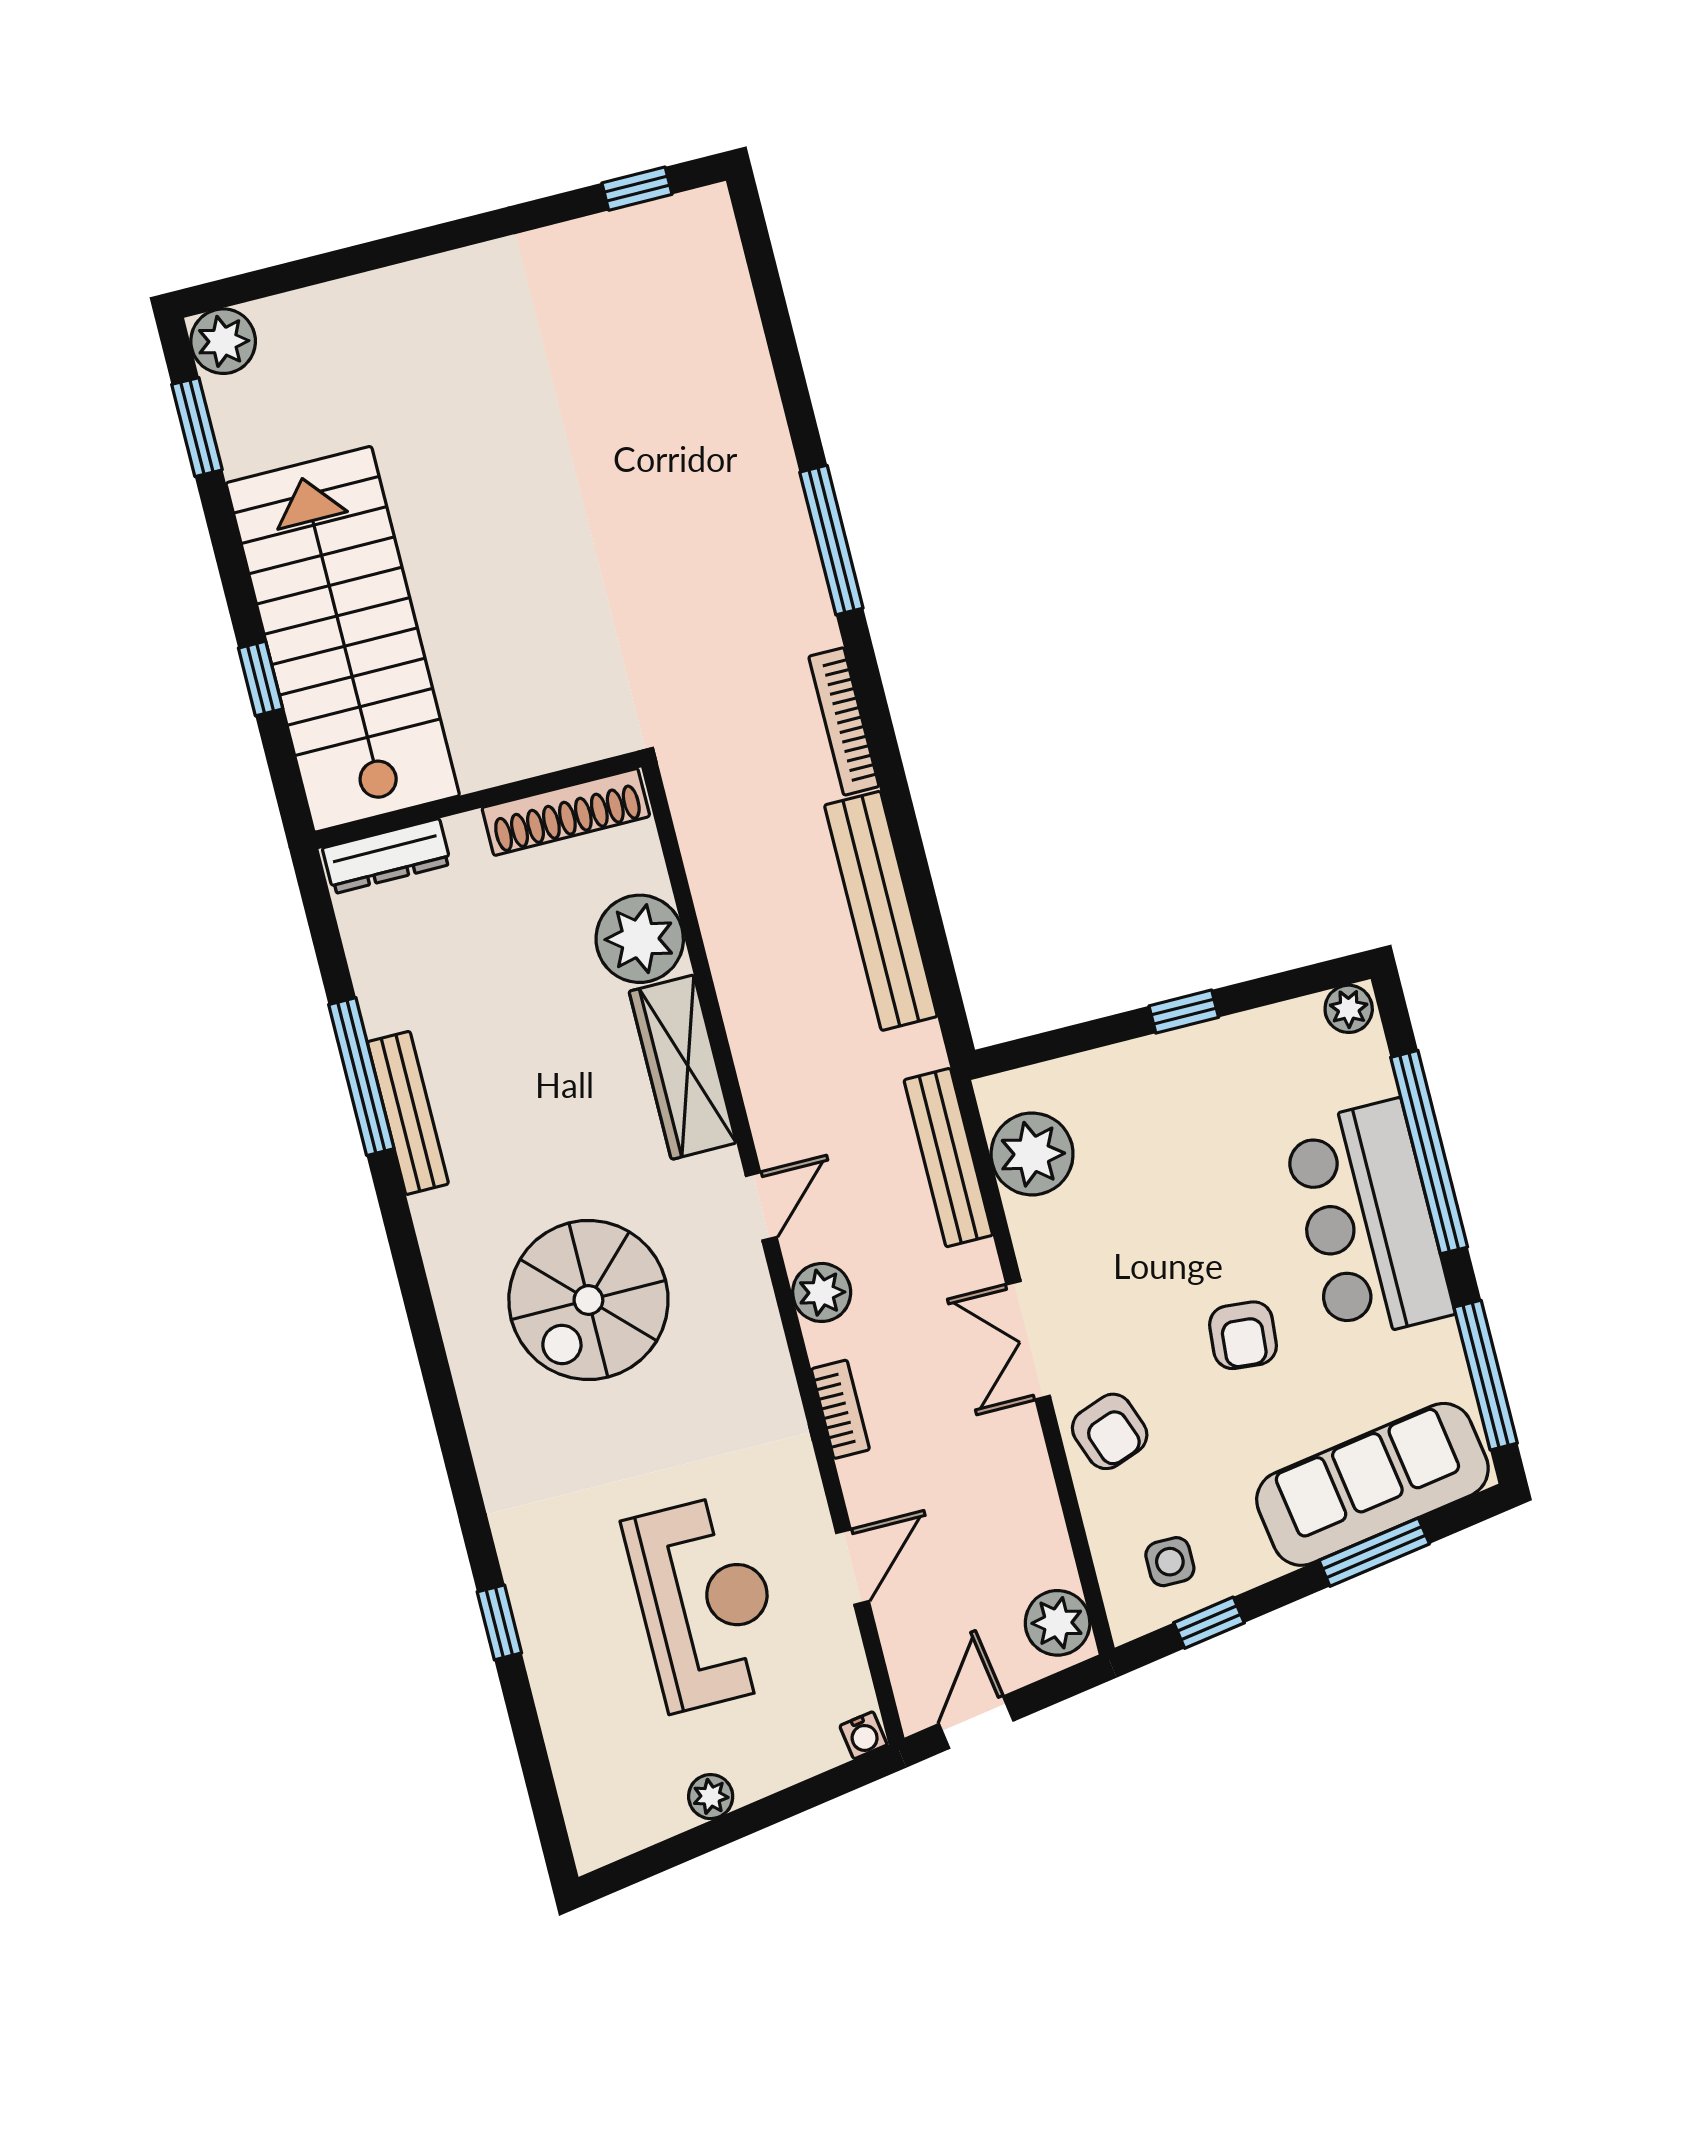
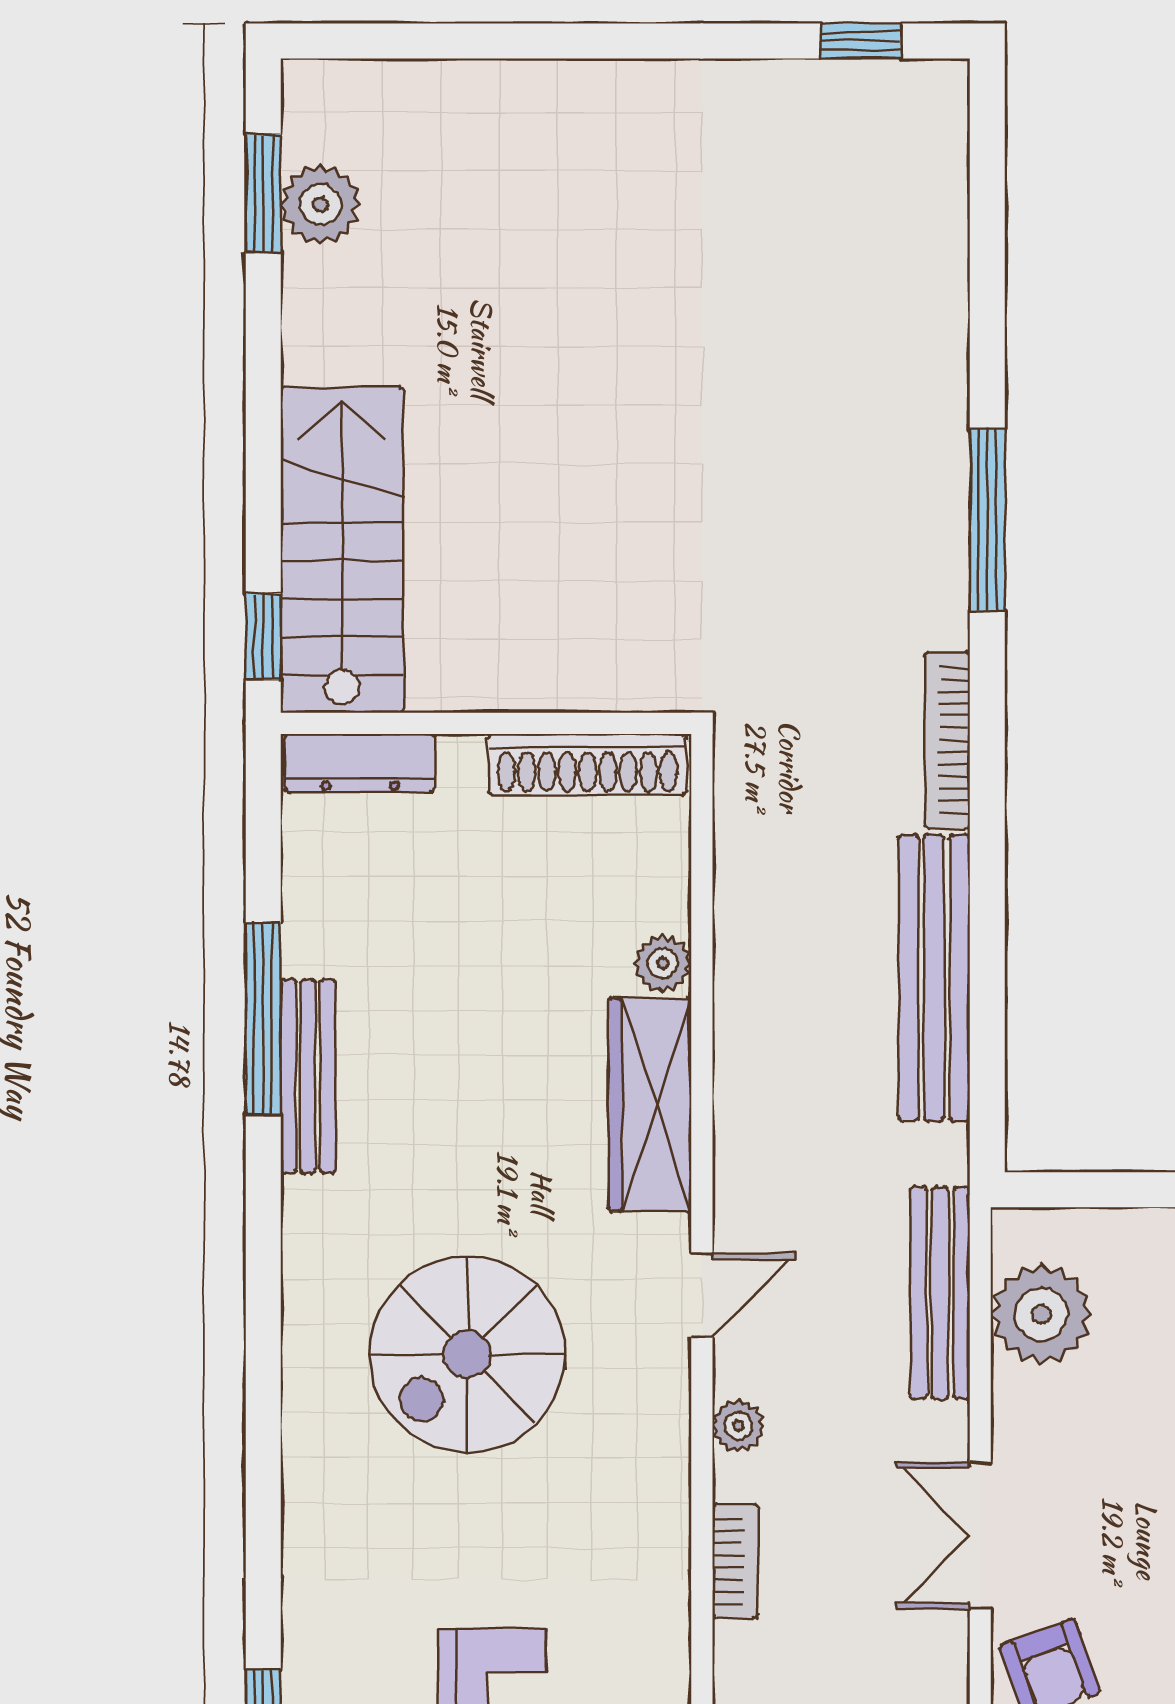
plant: (223, 341) -> (320, 205), moved
stairs: (343, 639) -> (342, 550), width x0.73, depth x0.66
window: (261, 678) -> (263, 636), moved
plant: (640, 939) -> (663, 963), width x0.53, depth x0.53
plant: (822, 1292) -> (738, 1426), width x0.73, depth x0.73

